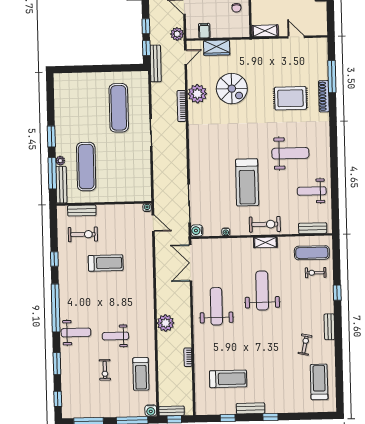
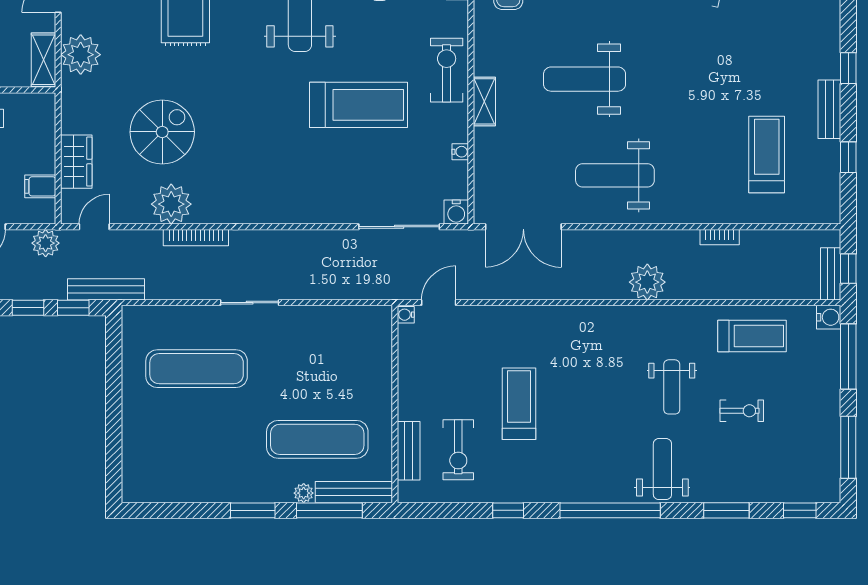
plant: (268, 49) -> (81, 55), added
door: (186, 57) -> (94, 227), hinge flipped
exercise bike: (83, 234) -> (458, 450), turned 180
shelving: (265, 242) -> (484, 101), moved

